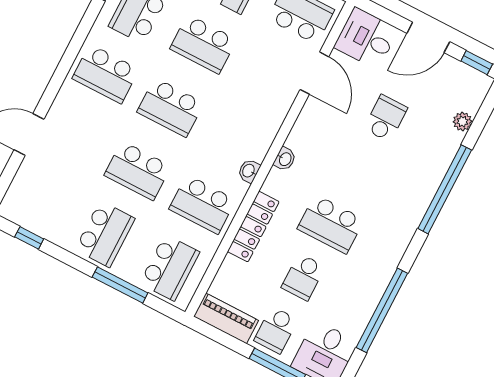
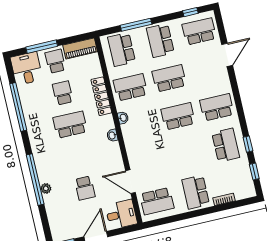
school desk: (203, 44) -> (199, 31), moved
plant: (462, 122) -> (46, 188), moved

